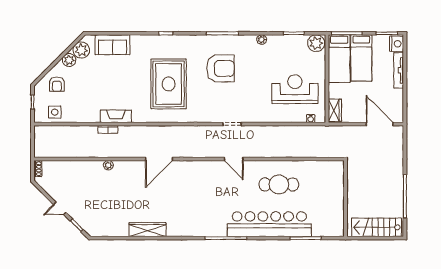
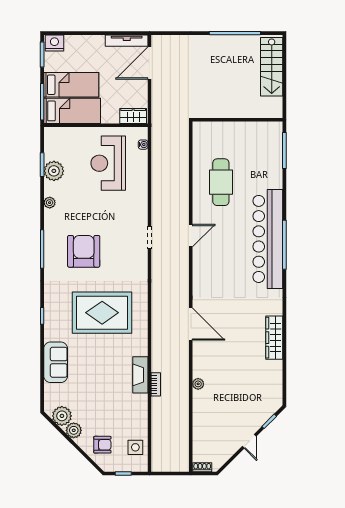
plant: (316, 43) -> (54, 171), moved
sofa: (112, 45) -> (56, 362), moved
tv unit: (399, 70) -> (127, 41), moved
wall: (346, 199) -> (238, 120), moved
bar counter: (269, 224) -> (268, 239), moved

